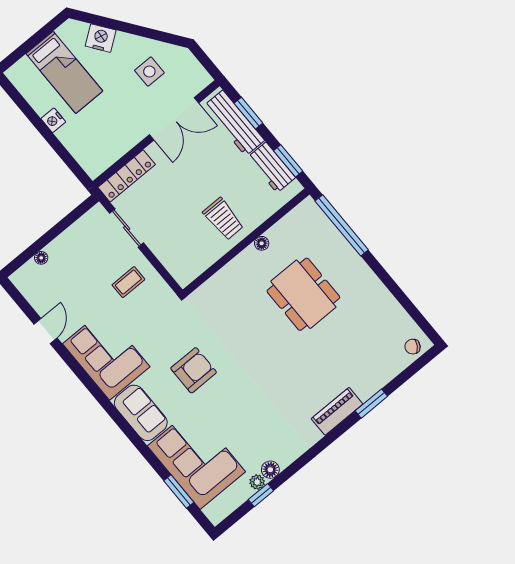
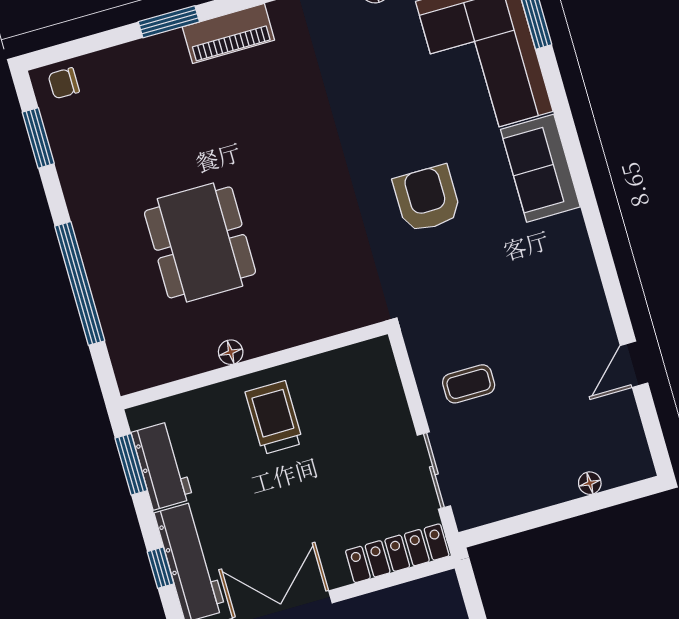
window: (248, 113) -> (161, 568), width x0.67
window: (342, 225) -> (80, 283), moved
window: (413, 312) -> (38, 138), added
chair: (413, 347) -> (64, 83), turned 149
corner sofa: (106, 355) -> (555, 284), removed
armchair: (194, 370) -> (427, 199), turned 90

